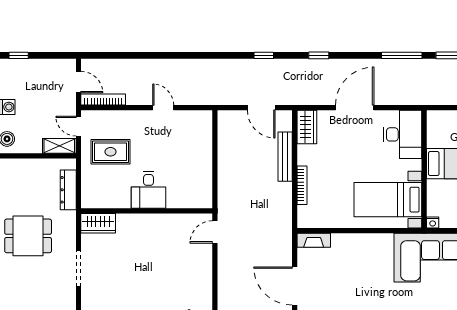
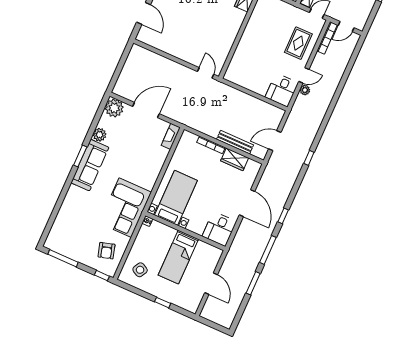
window: (319, 55) -> (283, 216), moved
plant: (181, 98) -> (305, 90), added
wardrobe: (307, 127) -> (235, 159), moved
desk: (403, 134) -> (219, 229), width x0.73
rug: (111, 152) -> (298, 43), moved
desk: (148, 190) -> (282, 90), moved, turned -90

